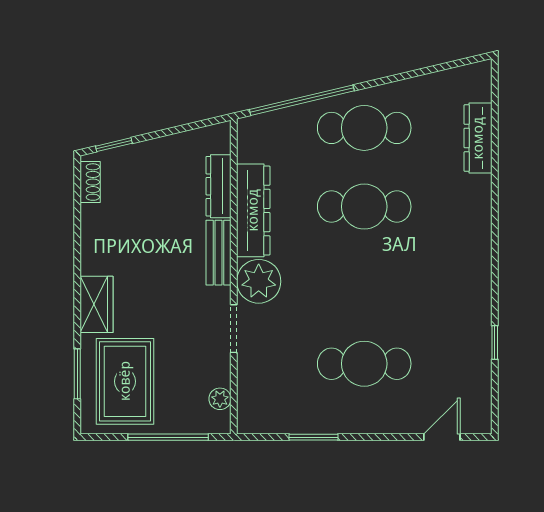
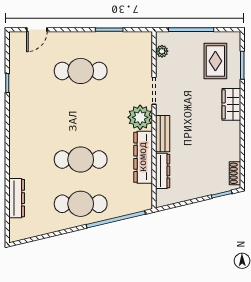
rug: (125, 381) -> (215, 61), width x0.73, depth x0.70

